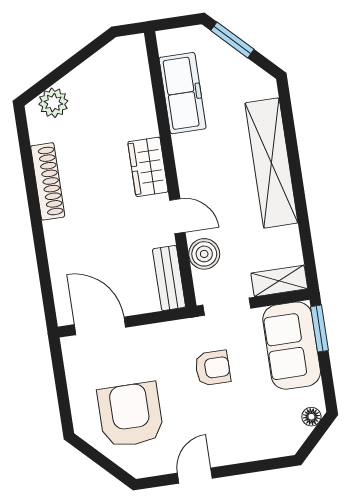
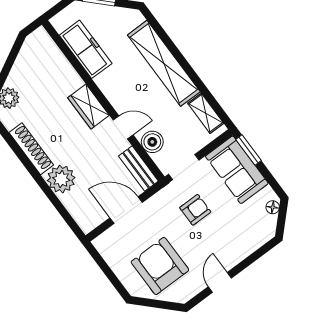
plant: (65, 239) -> (61, 179), added
shelving: (279, 281) -> (206, 113), moved, turned 90
door: (100, 326) -> (126, 210), moved

